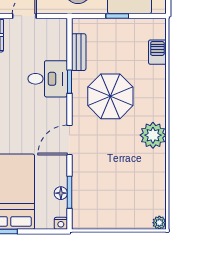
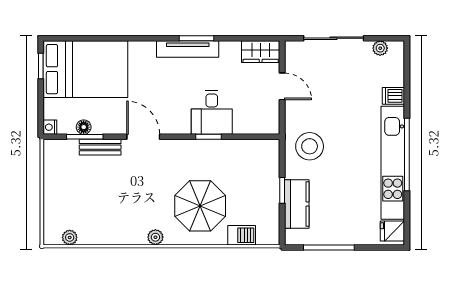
bench: (79, 52) -> (100, 147), moved
parasol: (110, 96) -> (200, 206), moved
plant: (153, 135) -> (155, 237), width x0.53, depth x0.53
plant: (159, 223) -> (70, 237), moved

